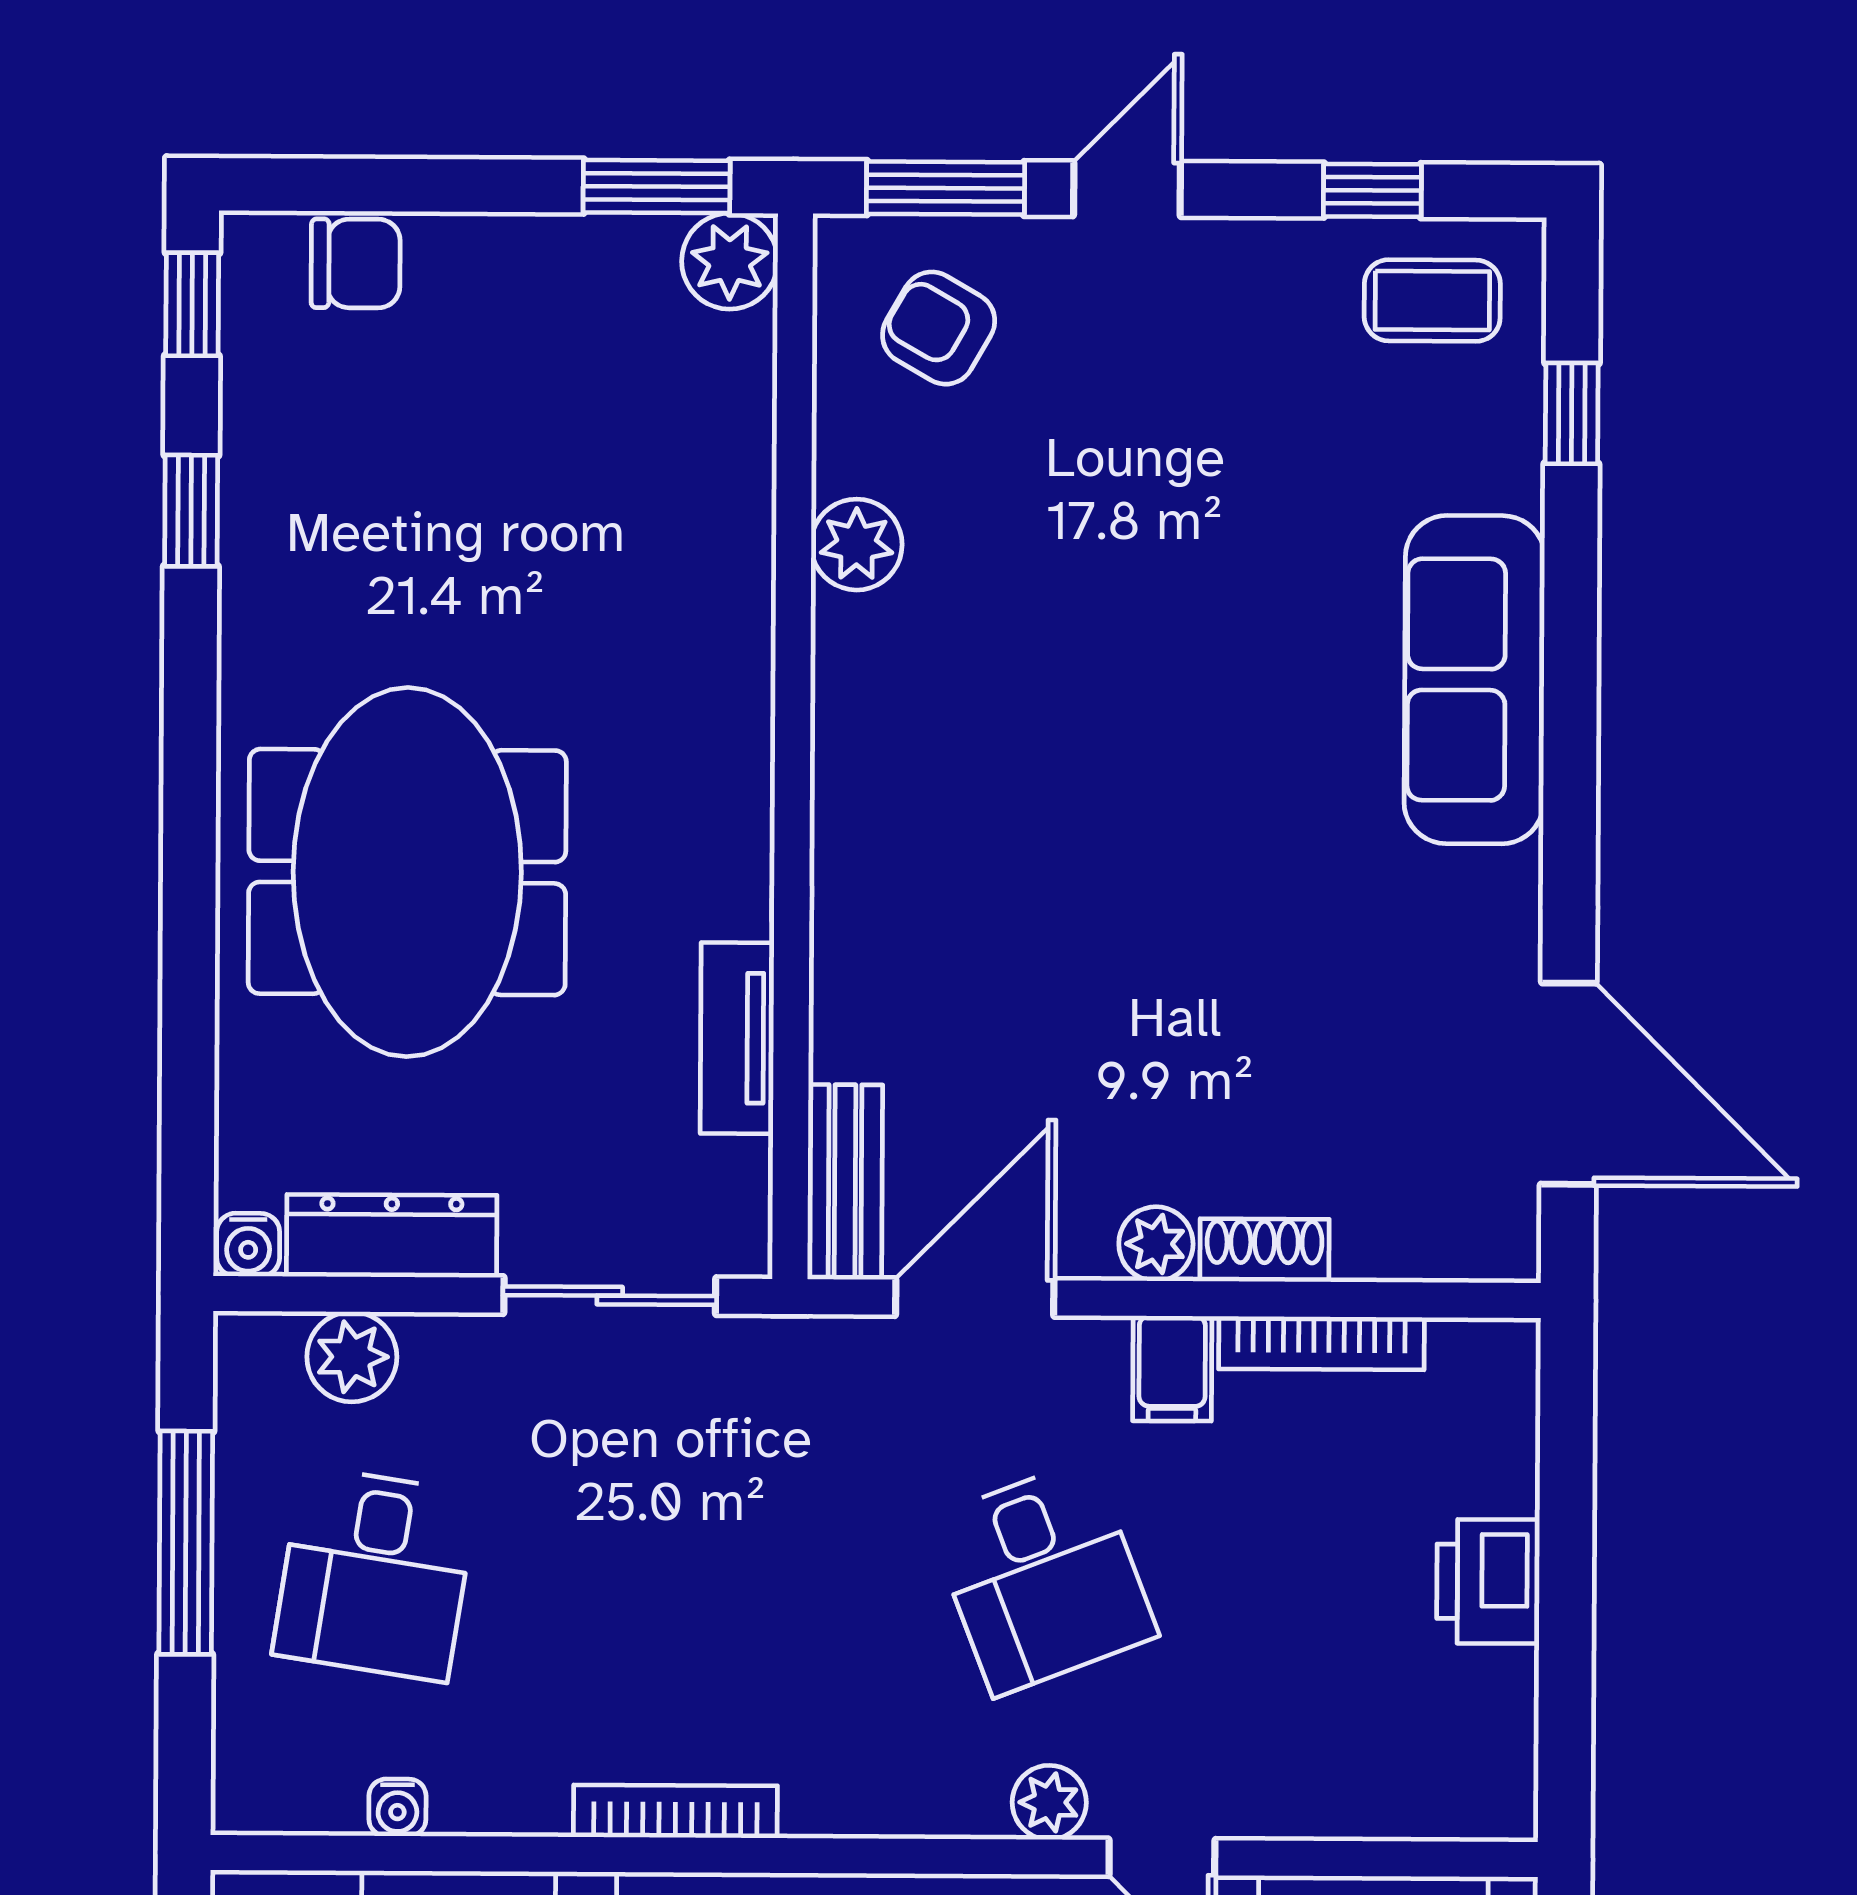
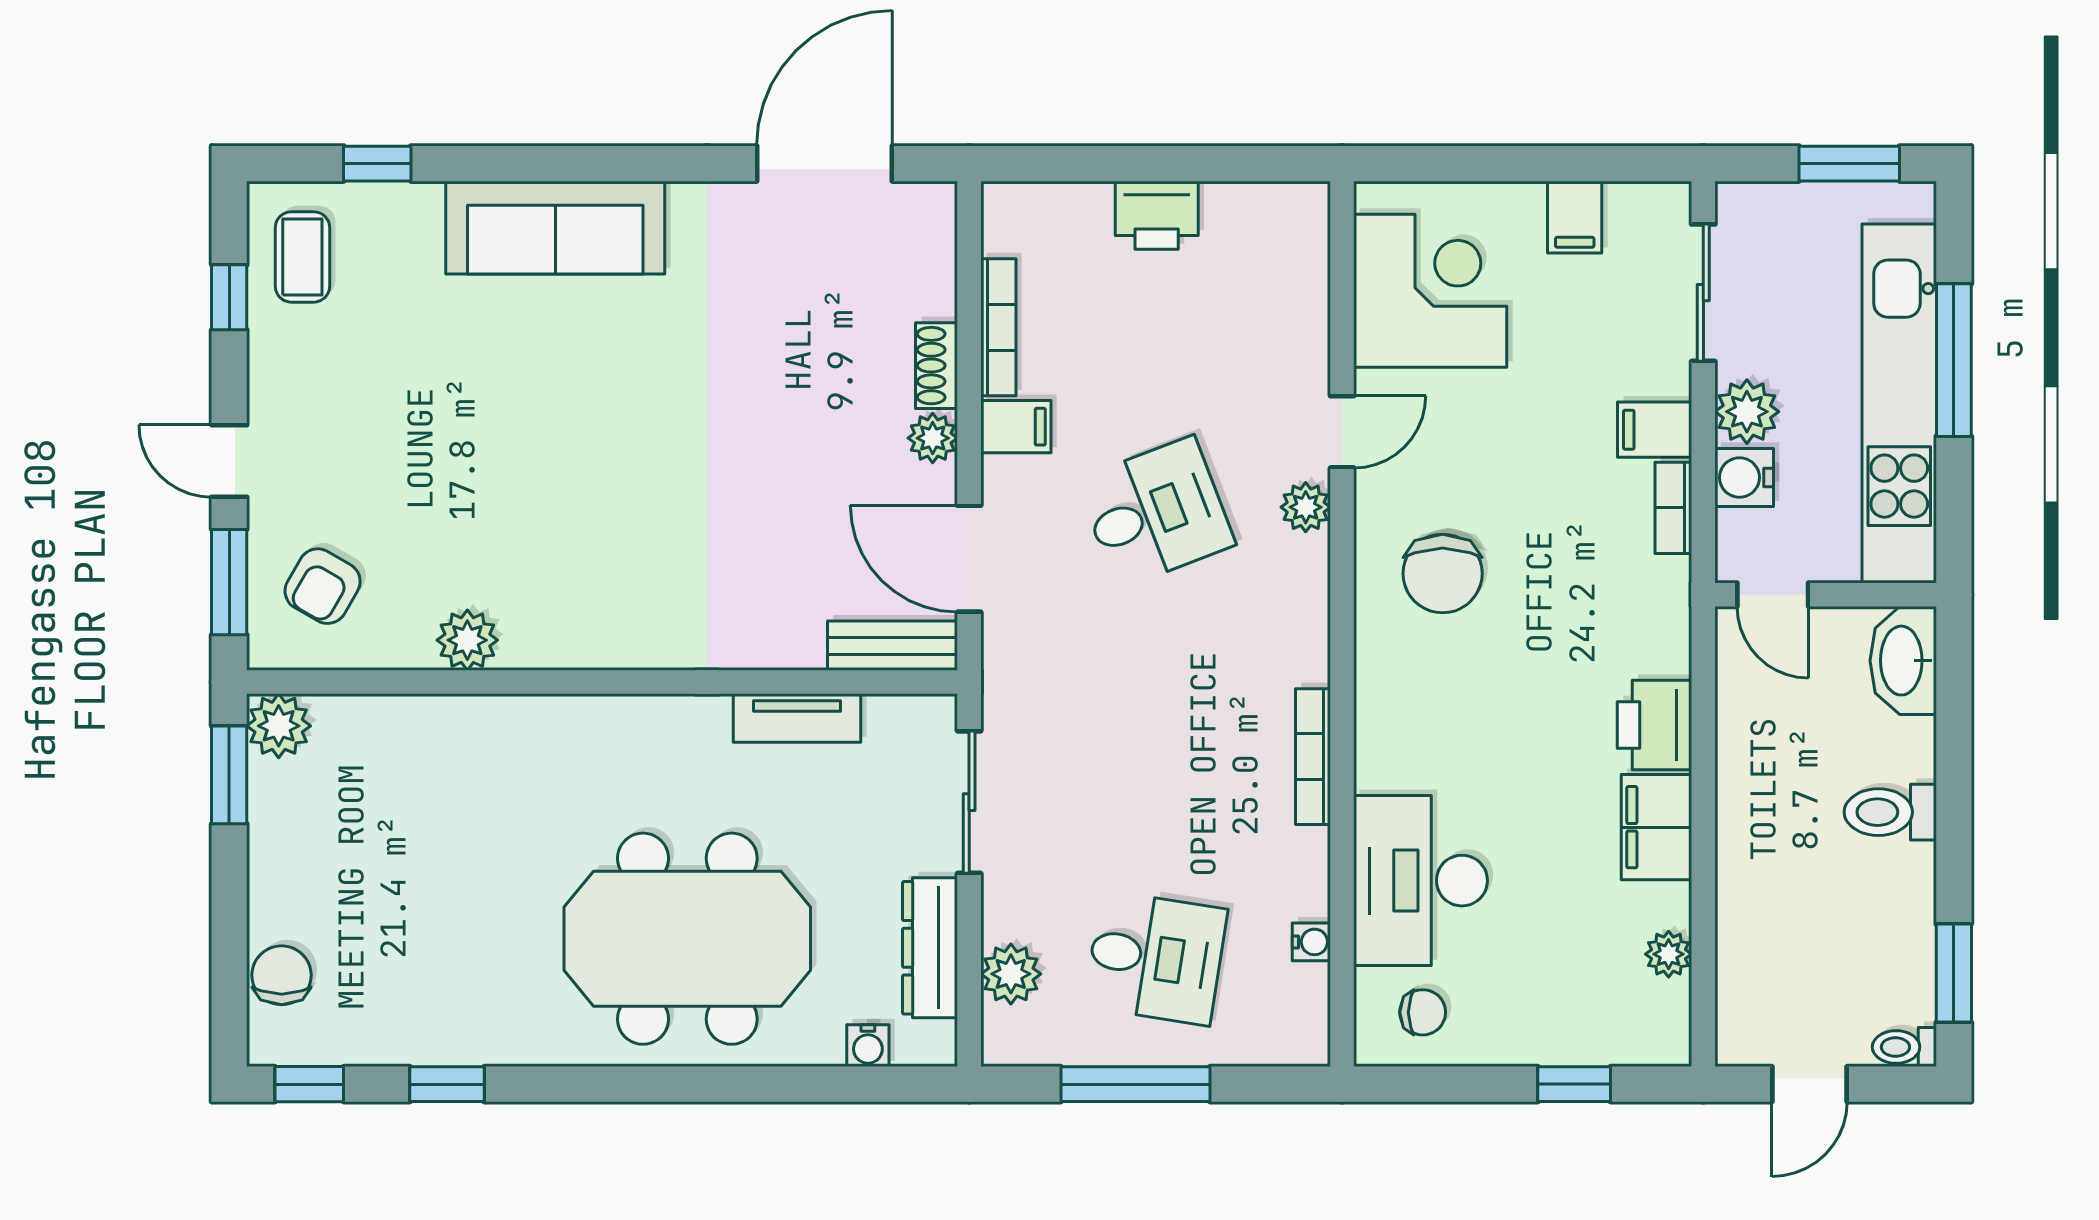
water cooler: (248, 1245) -> (868, 1046), moved, turned 90

